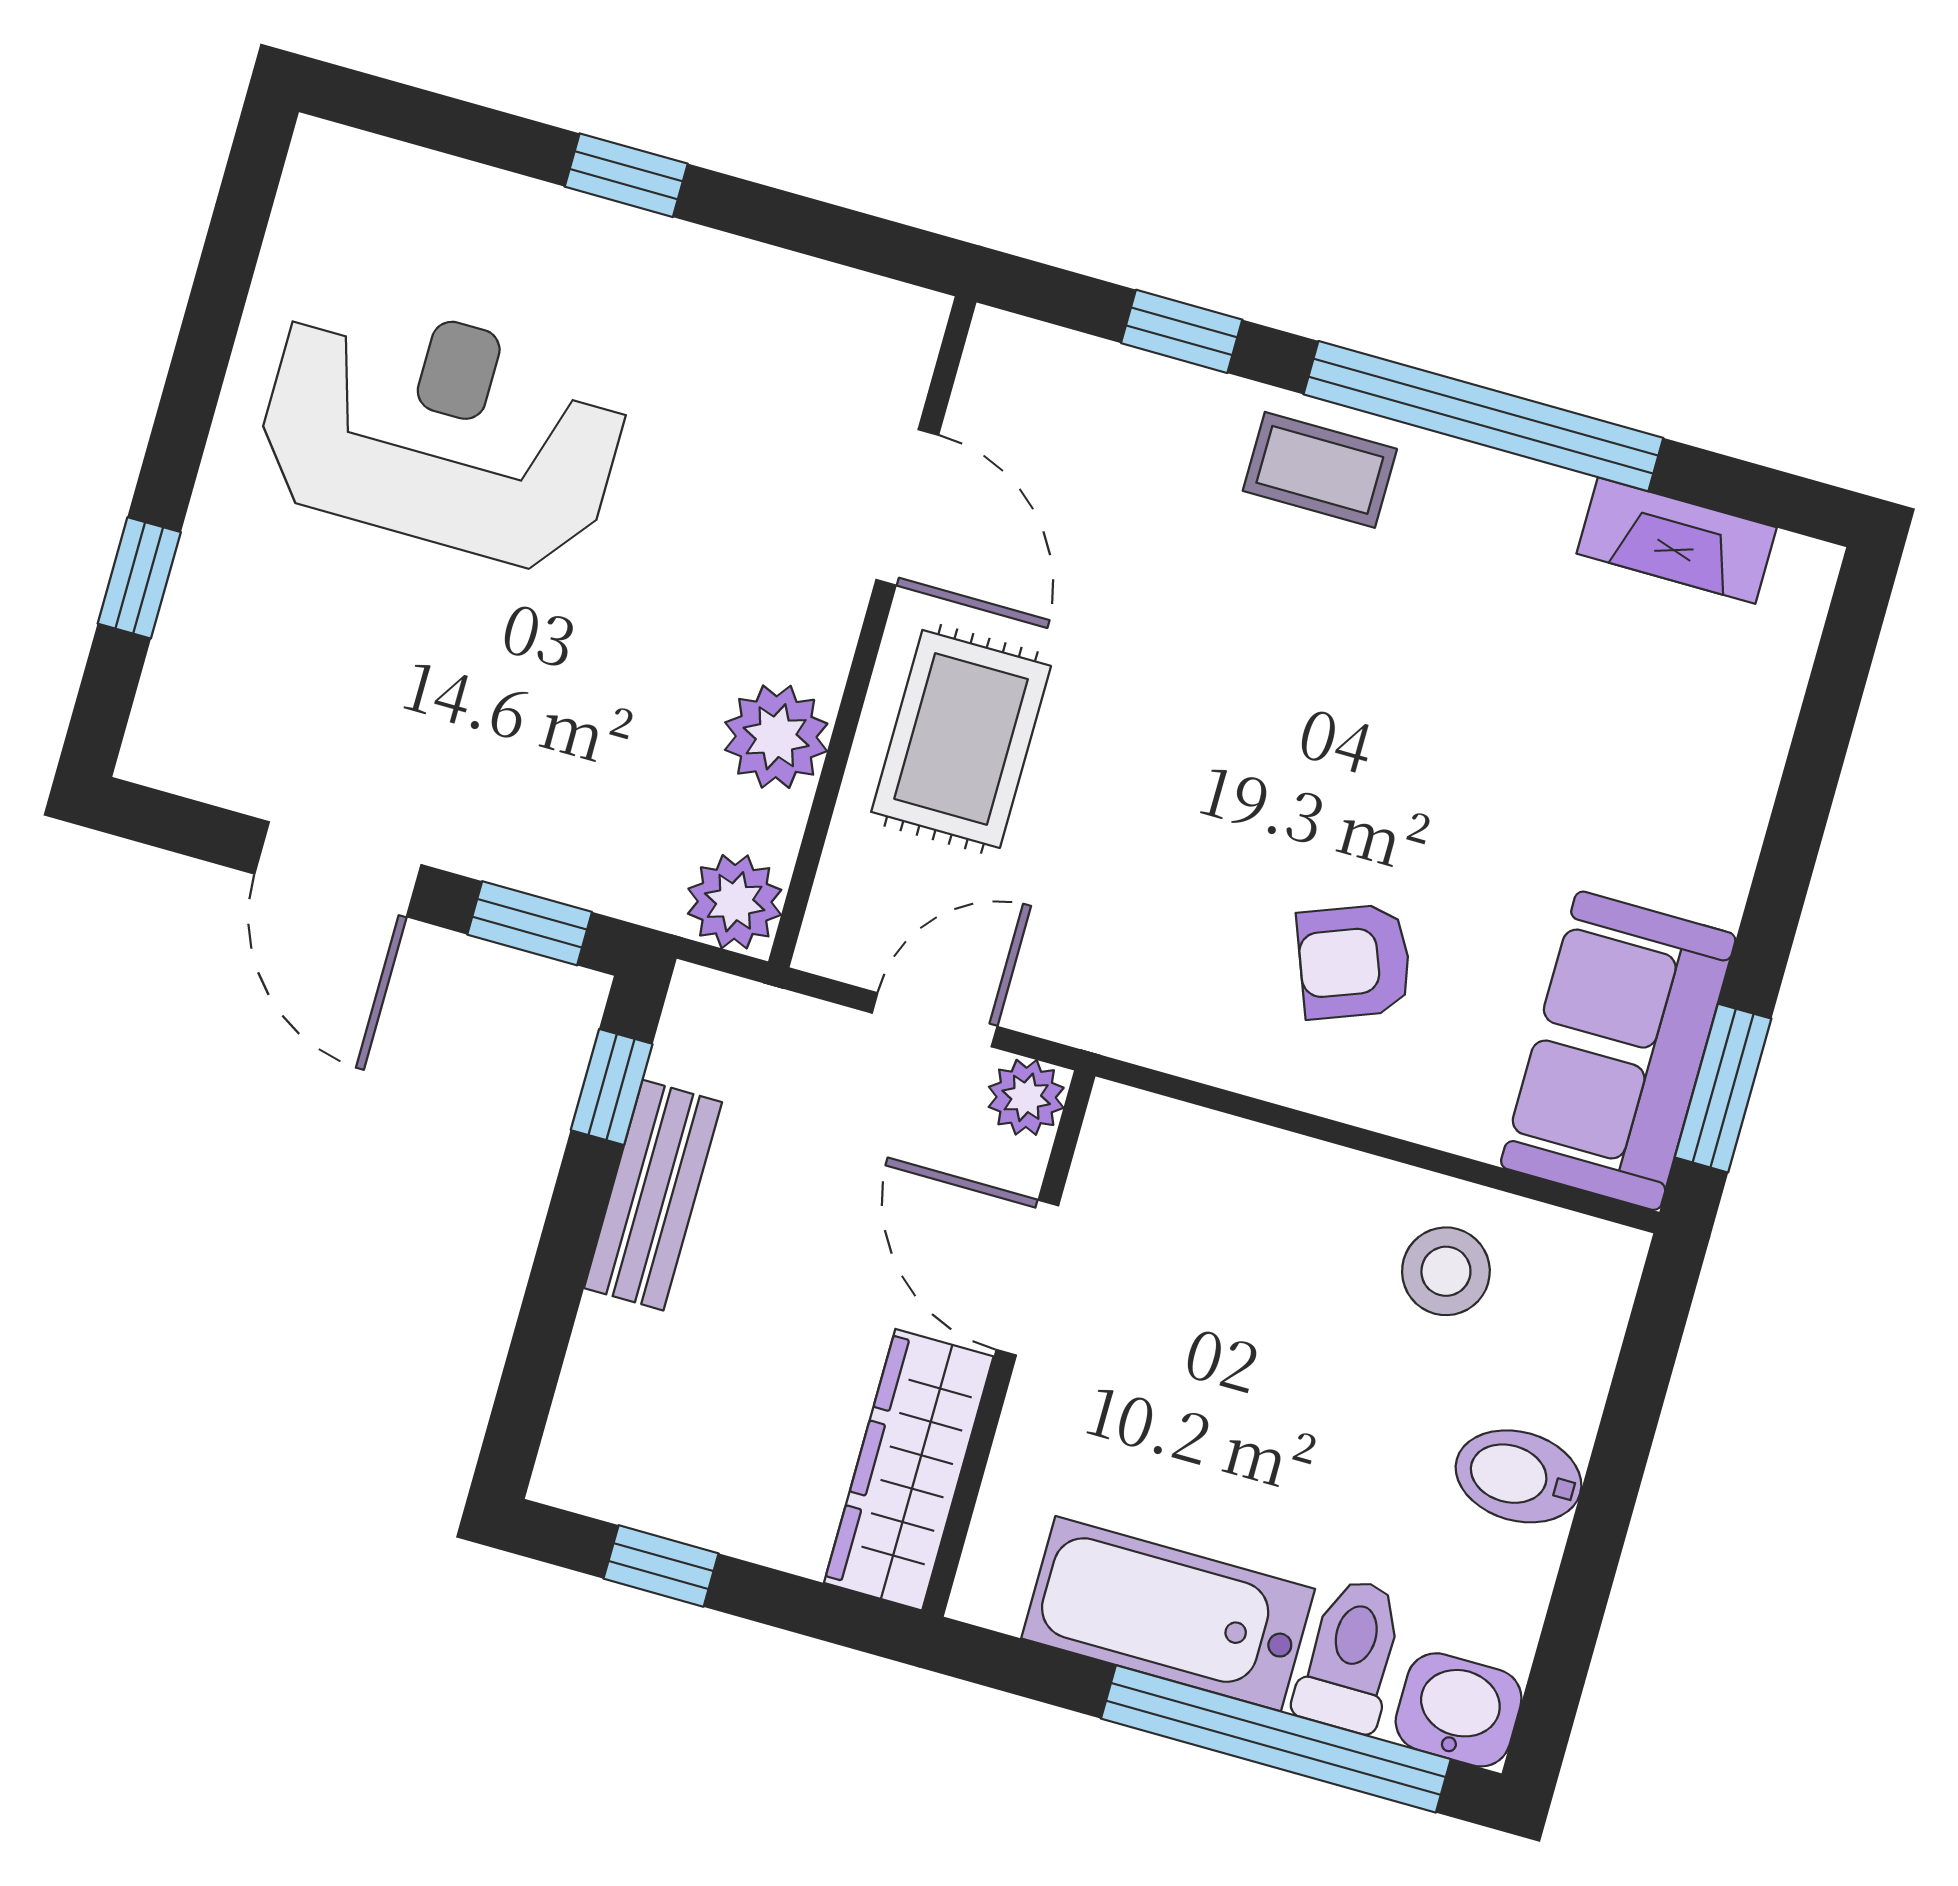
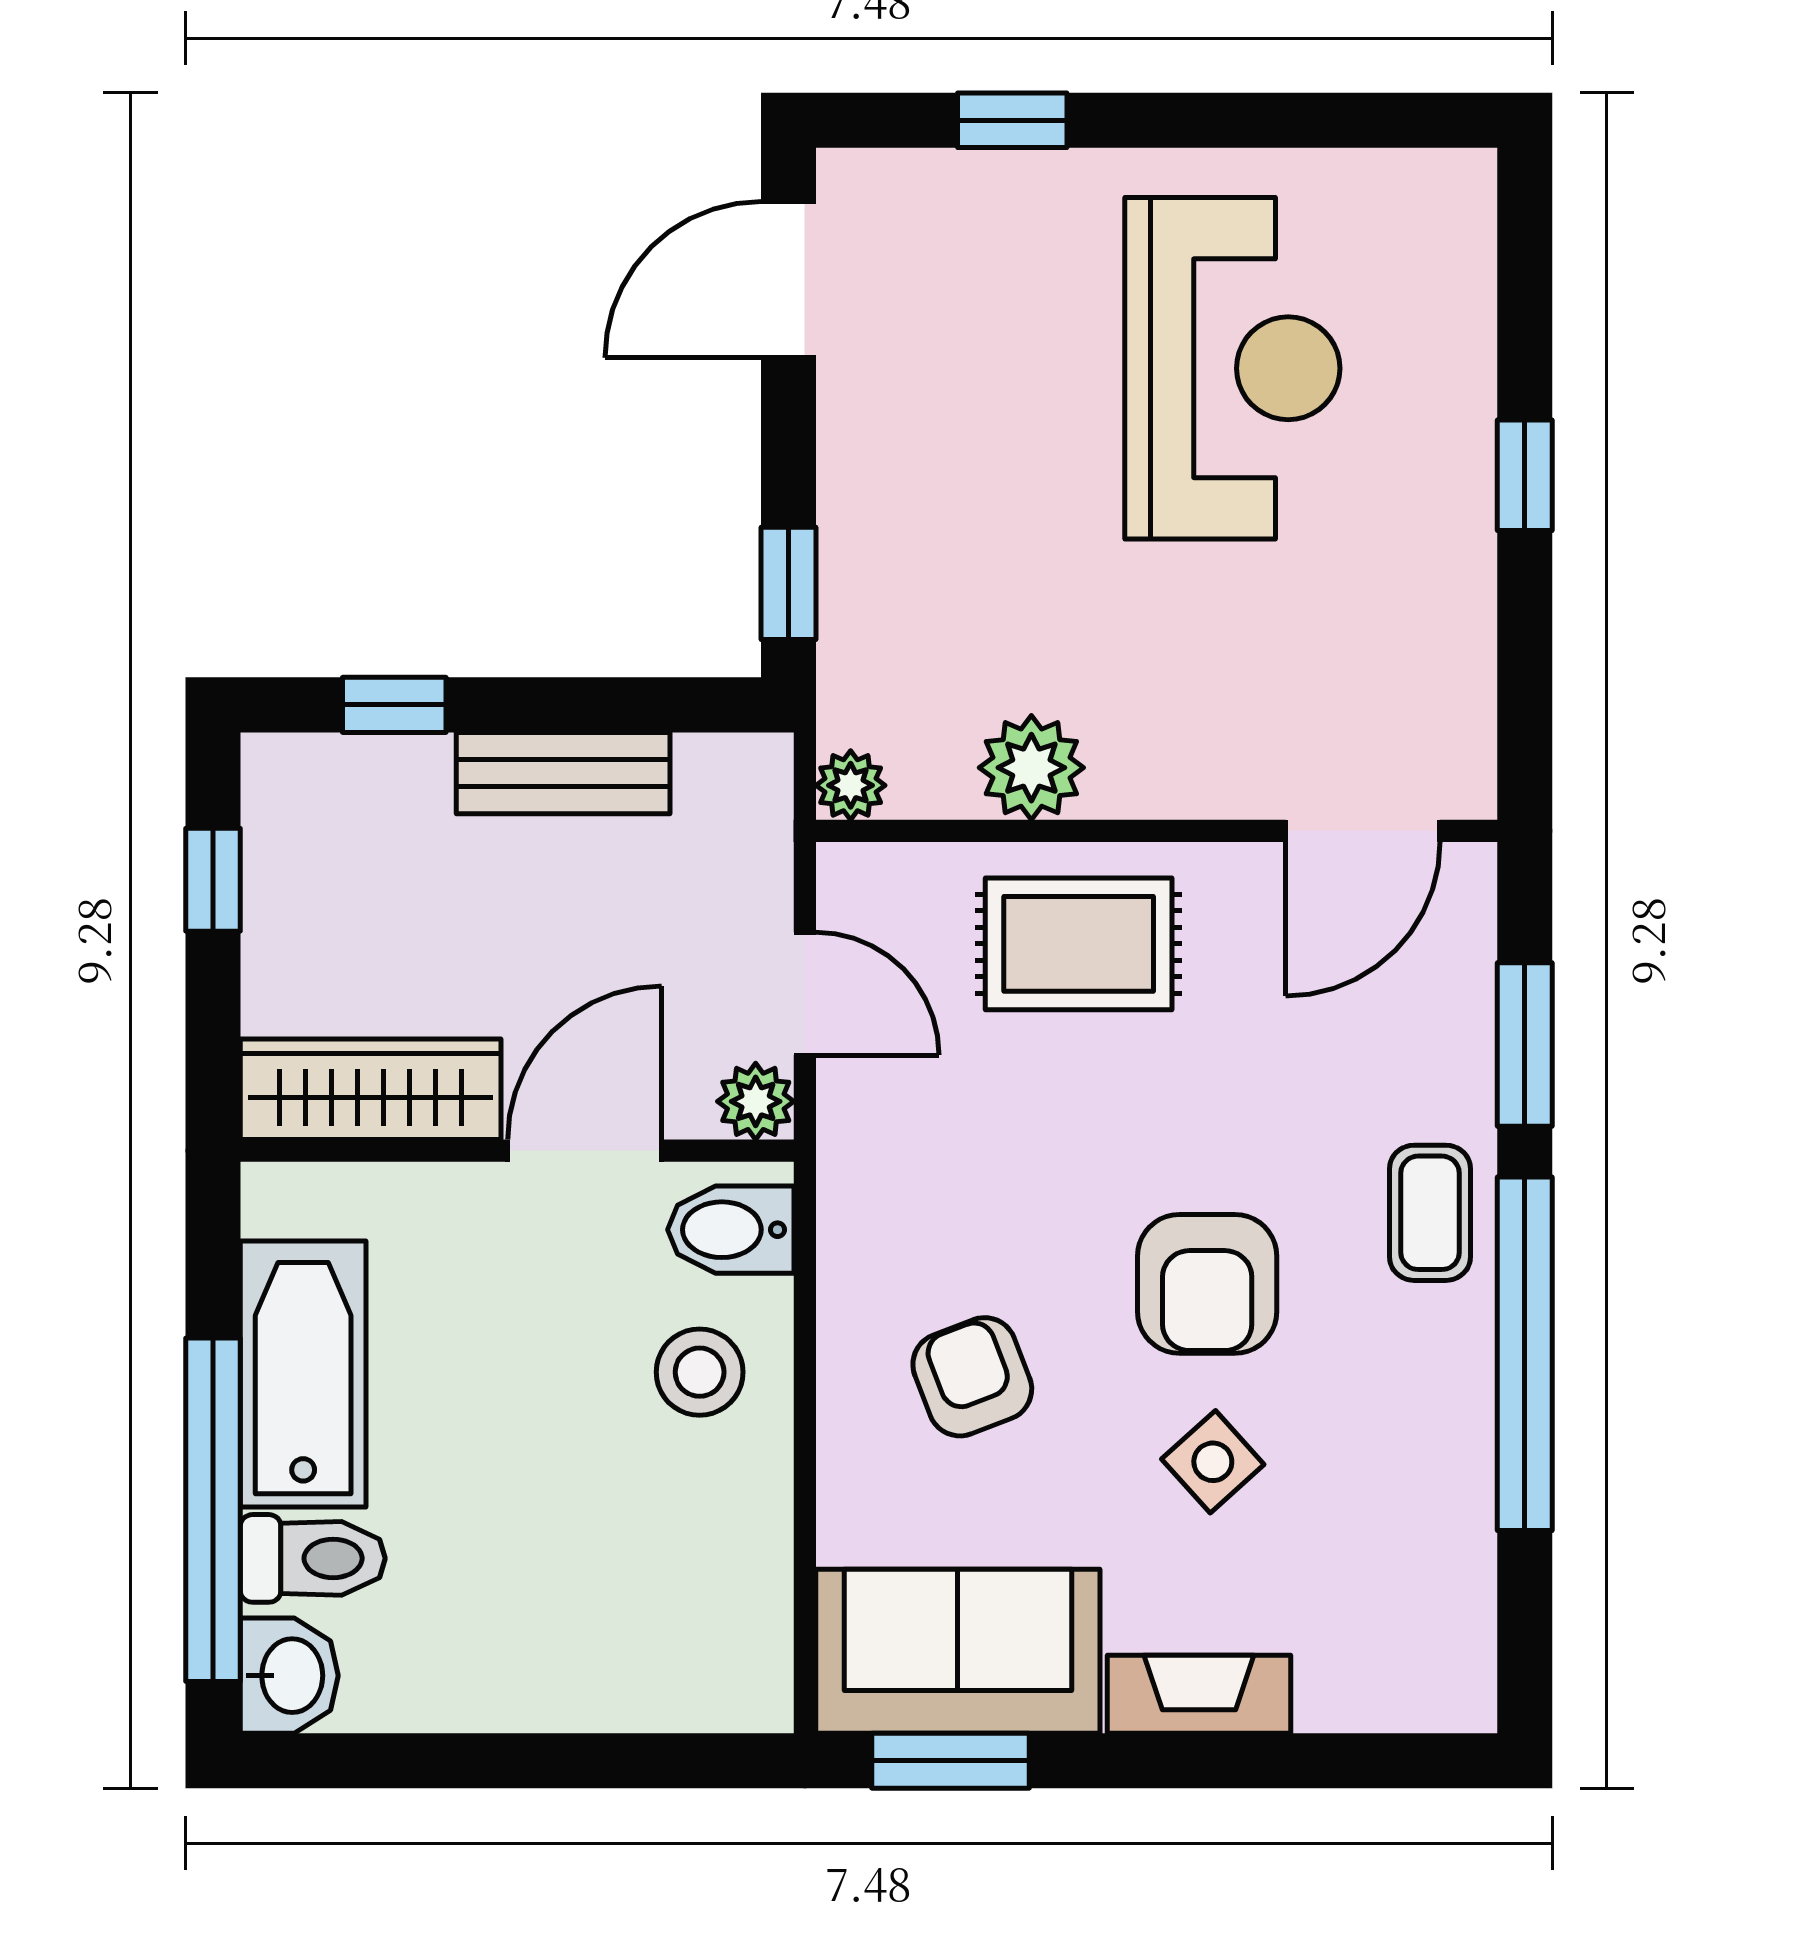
window: (1182, 331) -> (1525, 1045), width x1.50
door: (907, 507) -> (1363, 831), moved
fireplace: (1677, 541) -> (1199, 1694), moved, turned 90
armchair: (1328, 707) -> (1207, 1284), added
side table: (1503, 750) -> (1213, 1462), added
door: (338, 869) -> (788, 280), moved
plant: (735, 902) -> (851, 785), width x0.73, depth x0.73
window: (612, 1087) -> (394, 705), moved
stool: (1446, 1271) -> (700, 1372), moved
bidet: (1518, 1476) -> (731, 1230), moved, turned -90

